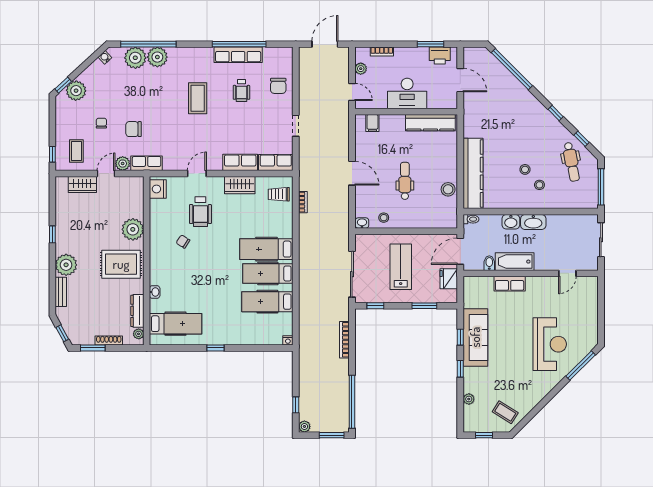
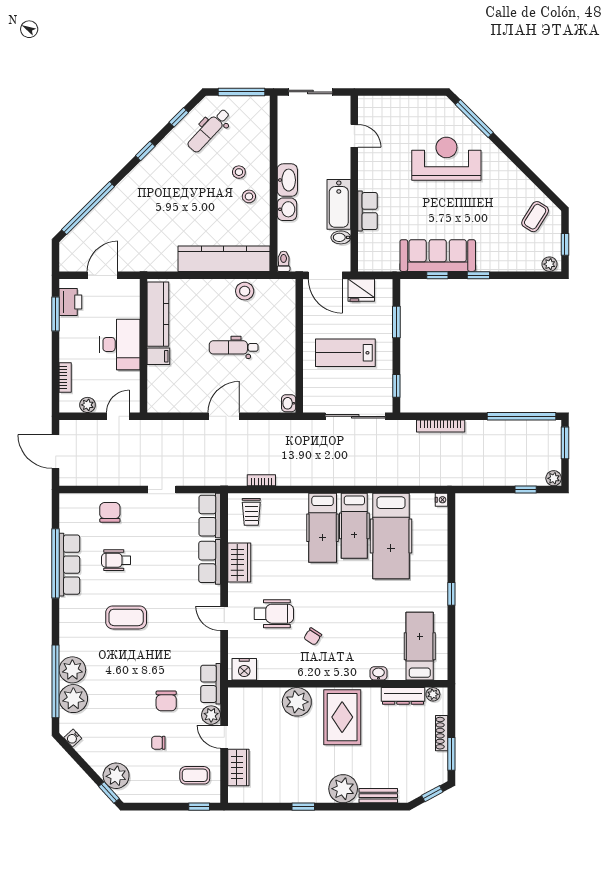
chair: (278, 86) -> (110, 512), turned -90
wheelchair: (241, 91) -> (116, 560), turned 180
filing cabinet: (372, 123) -> (158, 356), moved
dental chair: (571, 162) -> (209, 130), turned 144
stool: (525, 169) -> (249, 196), moved
stool: (384, 218) -> (282, 375), removed
hospital bed: (267, 302) -> (391, 536), width x1.37, depth x1.29
plant: (469, 399) -> (549, 264), moved

